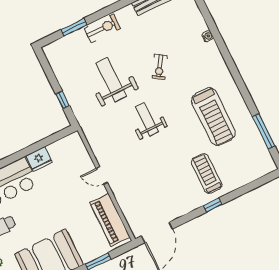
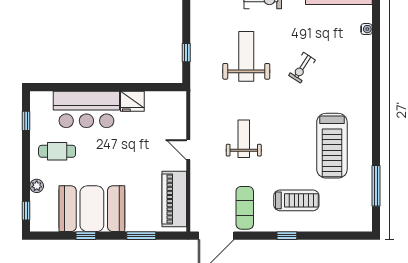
water cooler: (208, 36) -> (366, 29), moved
weight bench: (147, 119) -> (244, 139), moved
treadmill: (207, 174) -> (296, 200), turned 90
exercise mat: (169, 199) -> (245, 208), added

